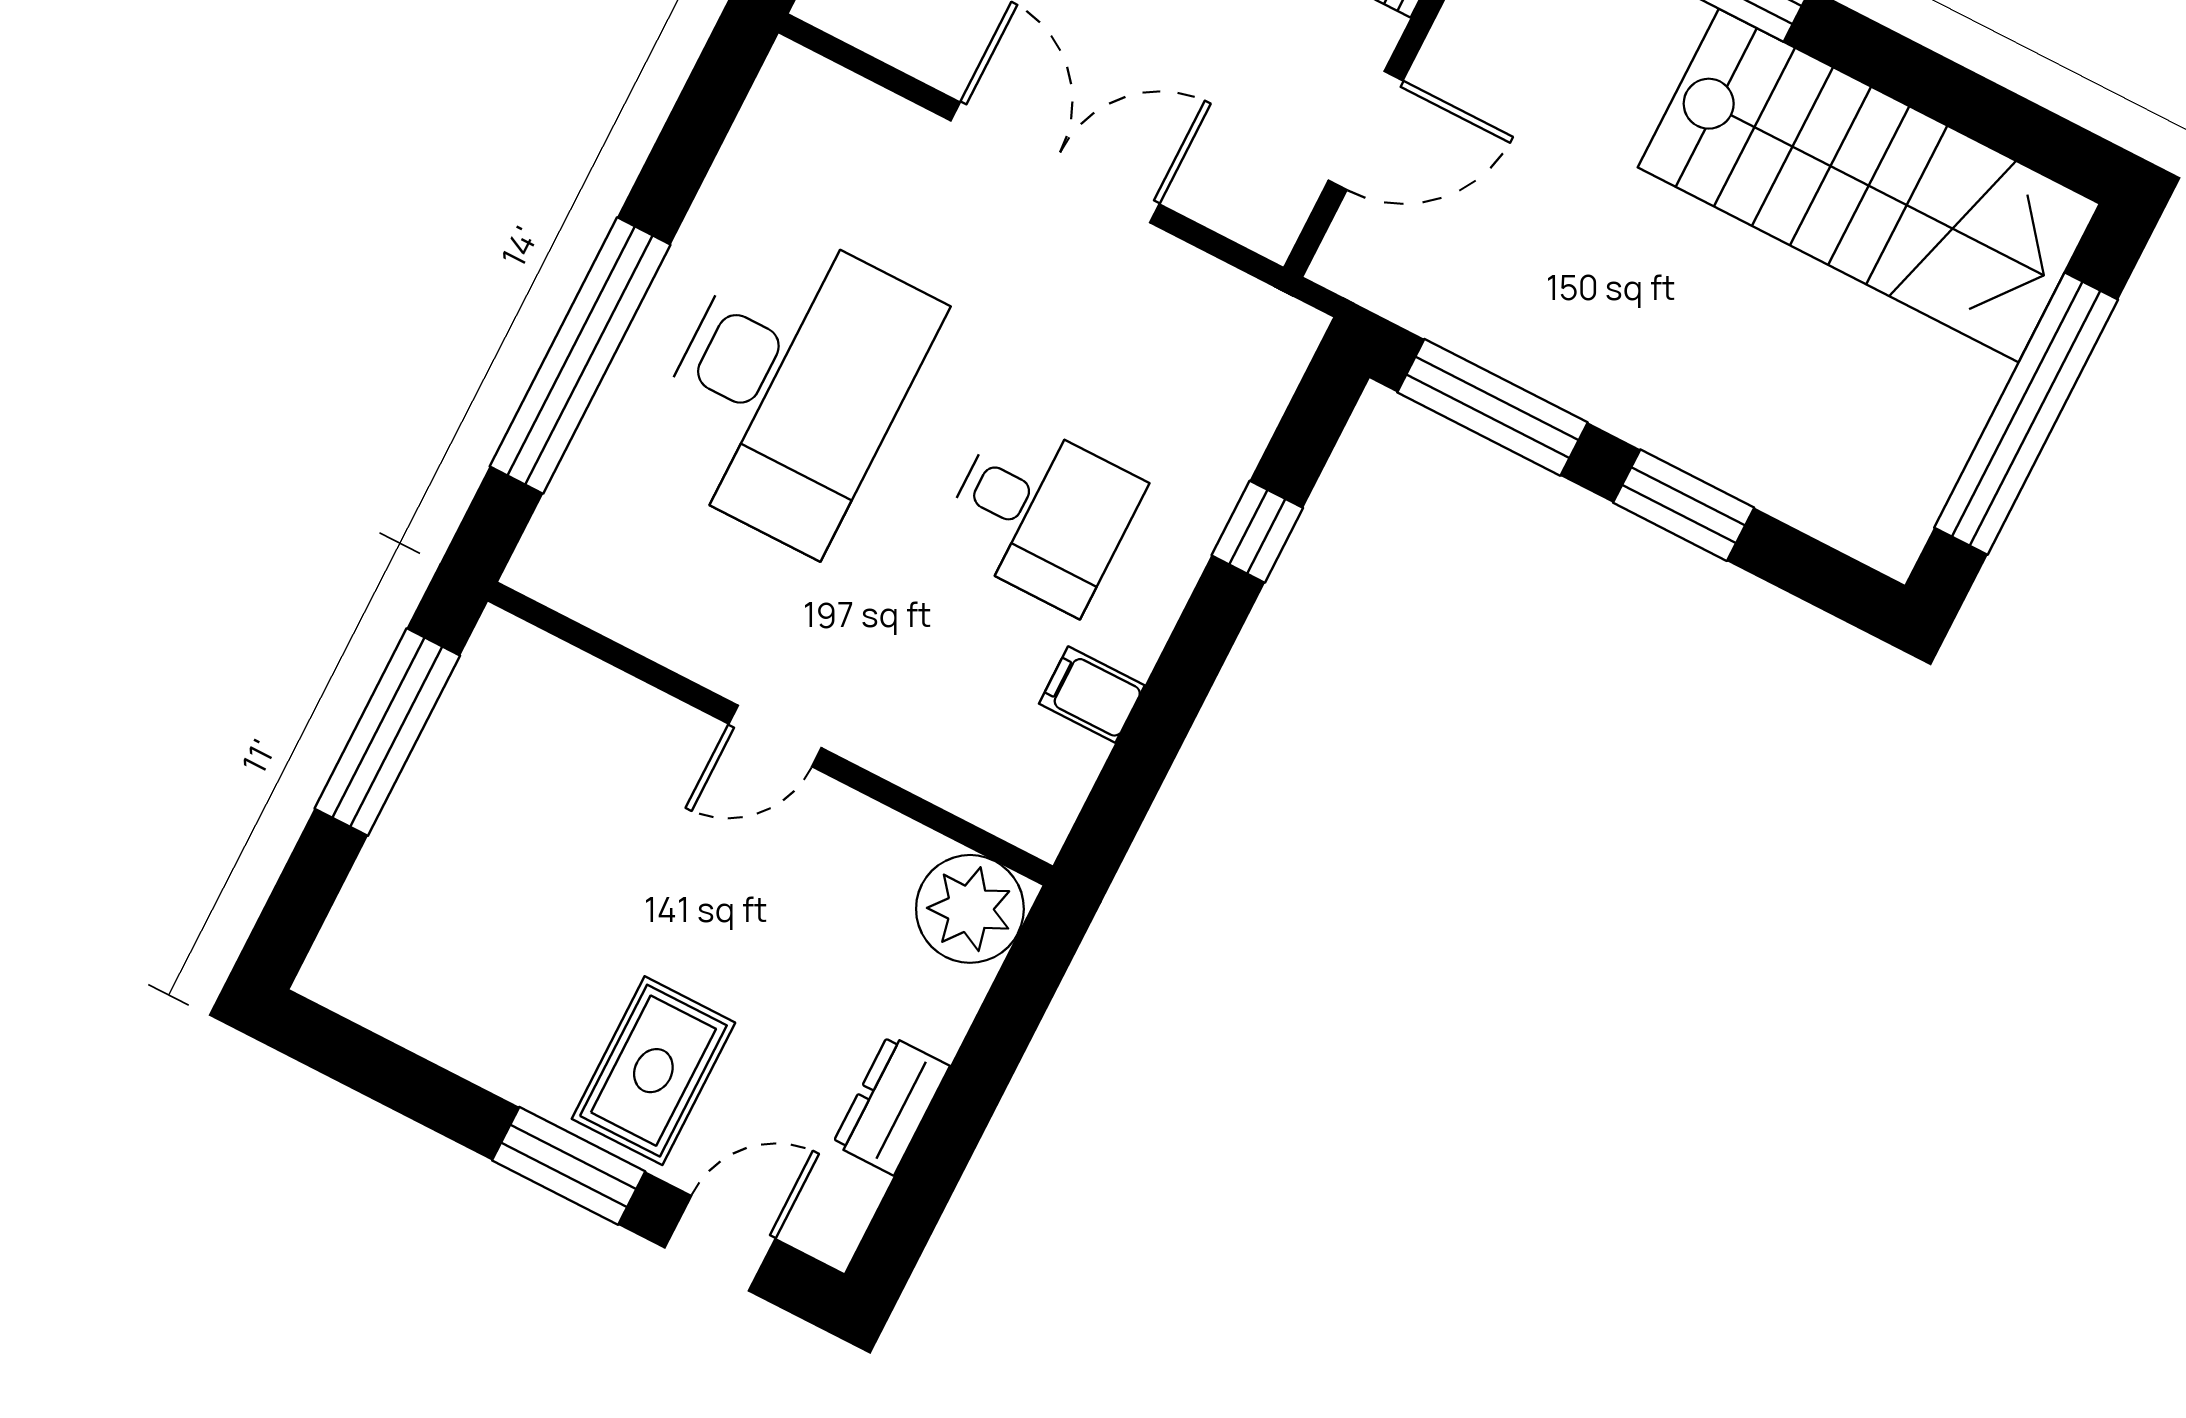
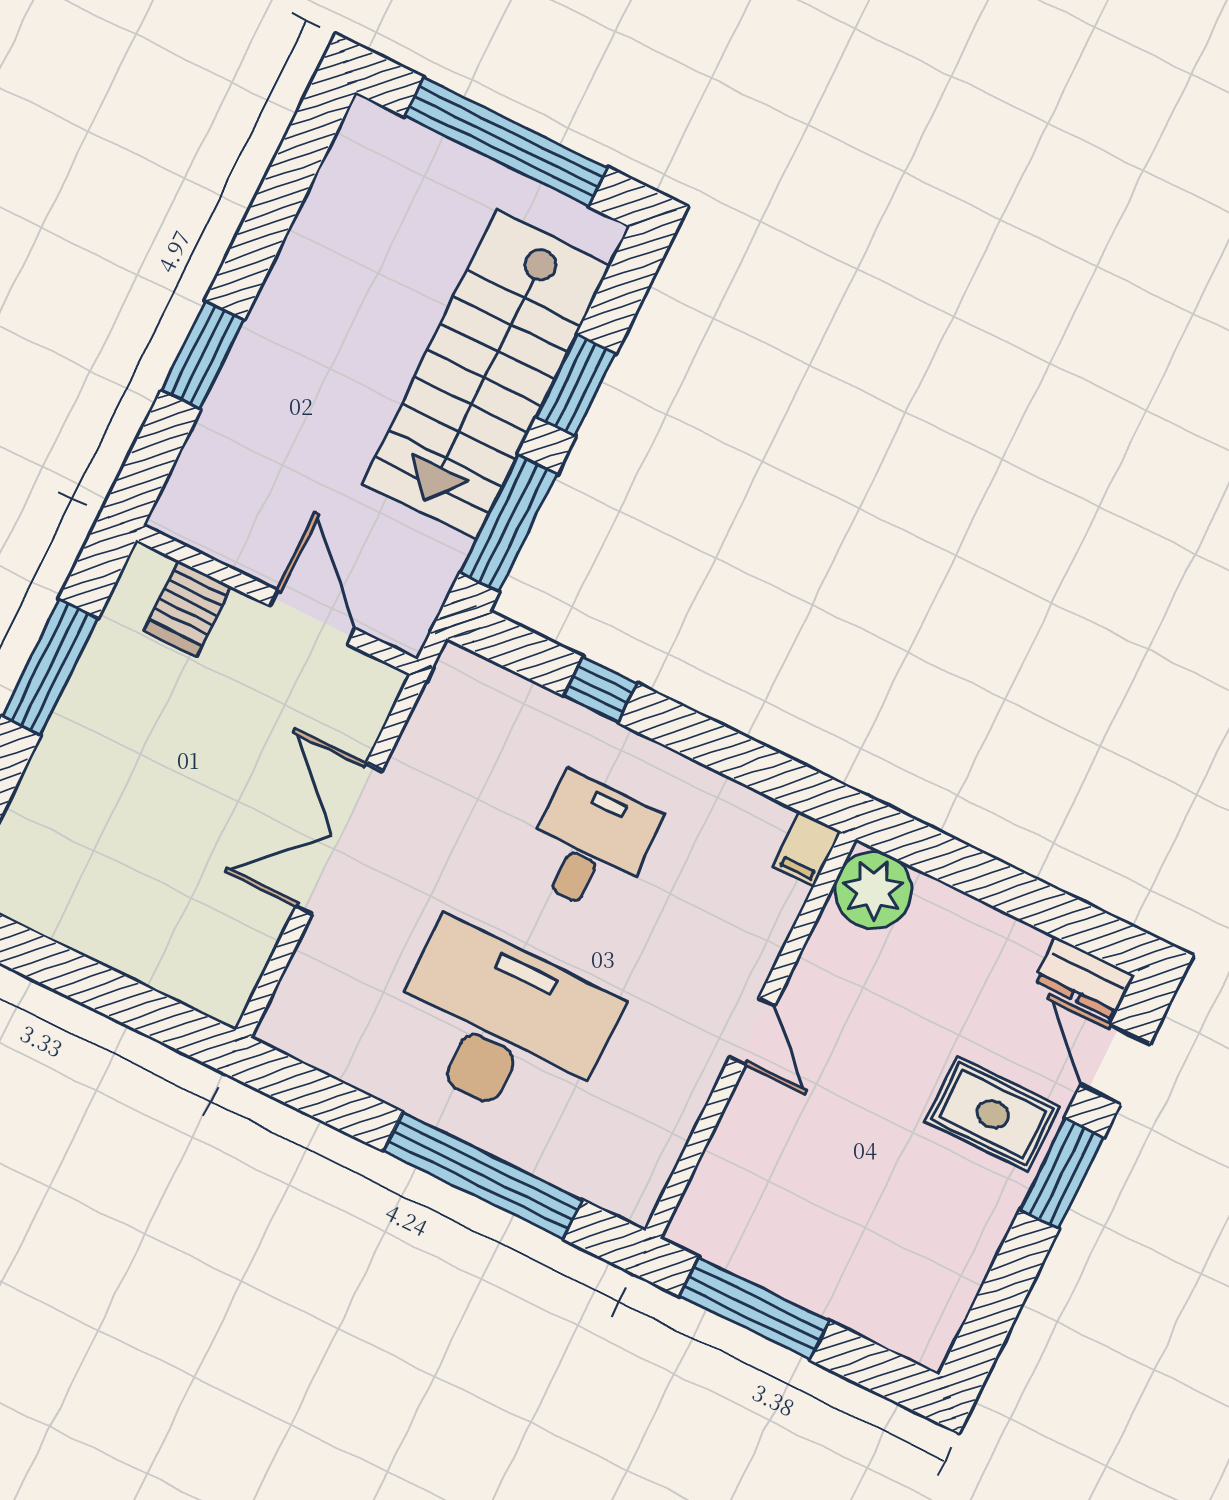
stairs: (1869, 186) -> (486, 375), moved, turned 180
filing cabinet: (1092, 695) -> (807, 849), moved
dresser: (891, 1105) -> (1084, 978), moved

